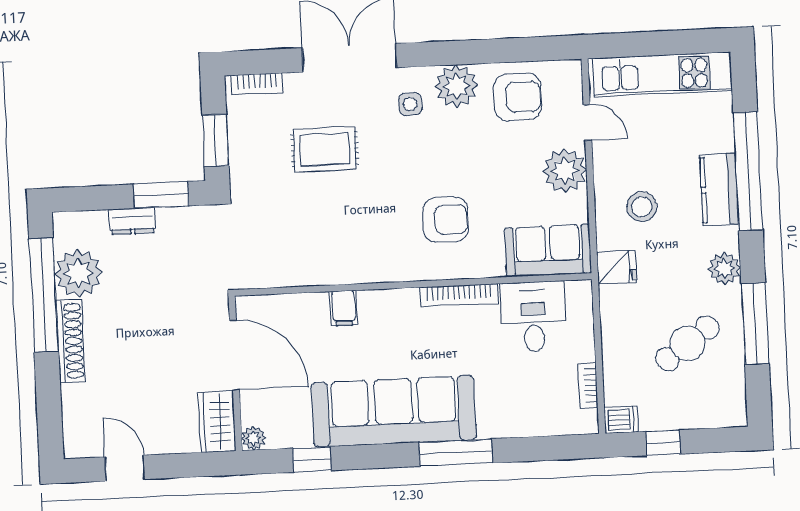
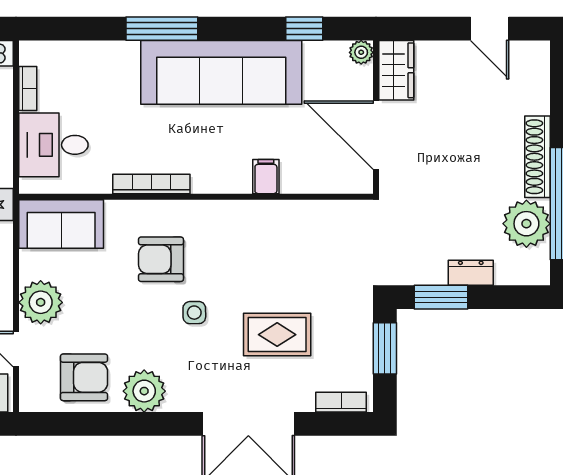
armchair: (518, 97) -> (84, 377), turned 180
side table: (410, 104) -> (194, 313), moved
desk: (533, 317) -> (53, 145), moved, turned 90

